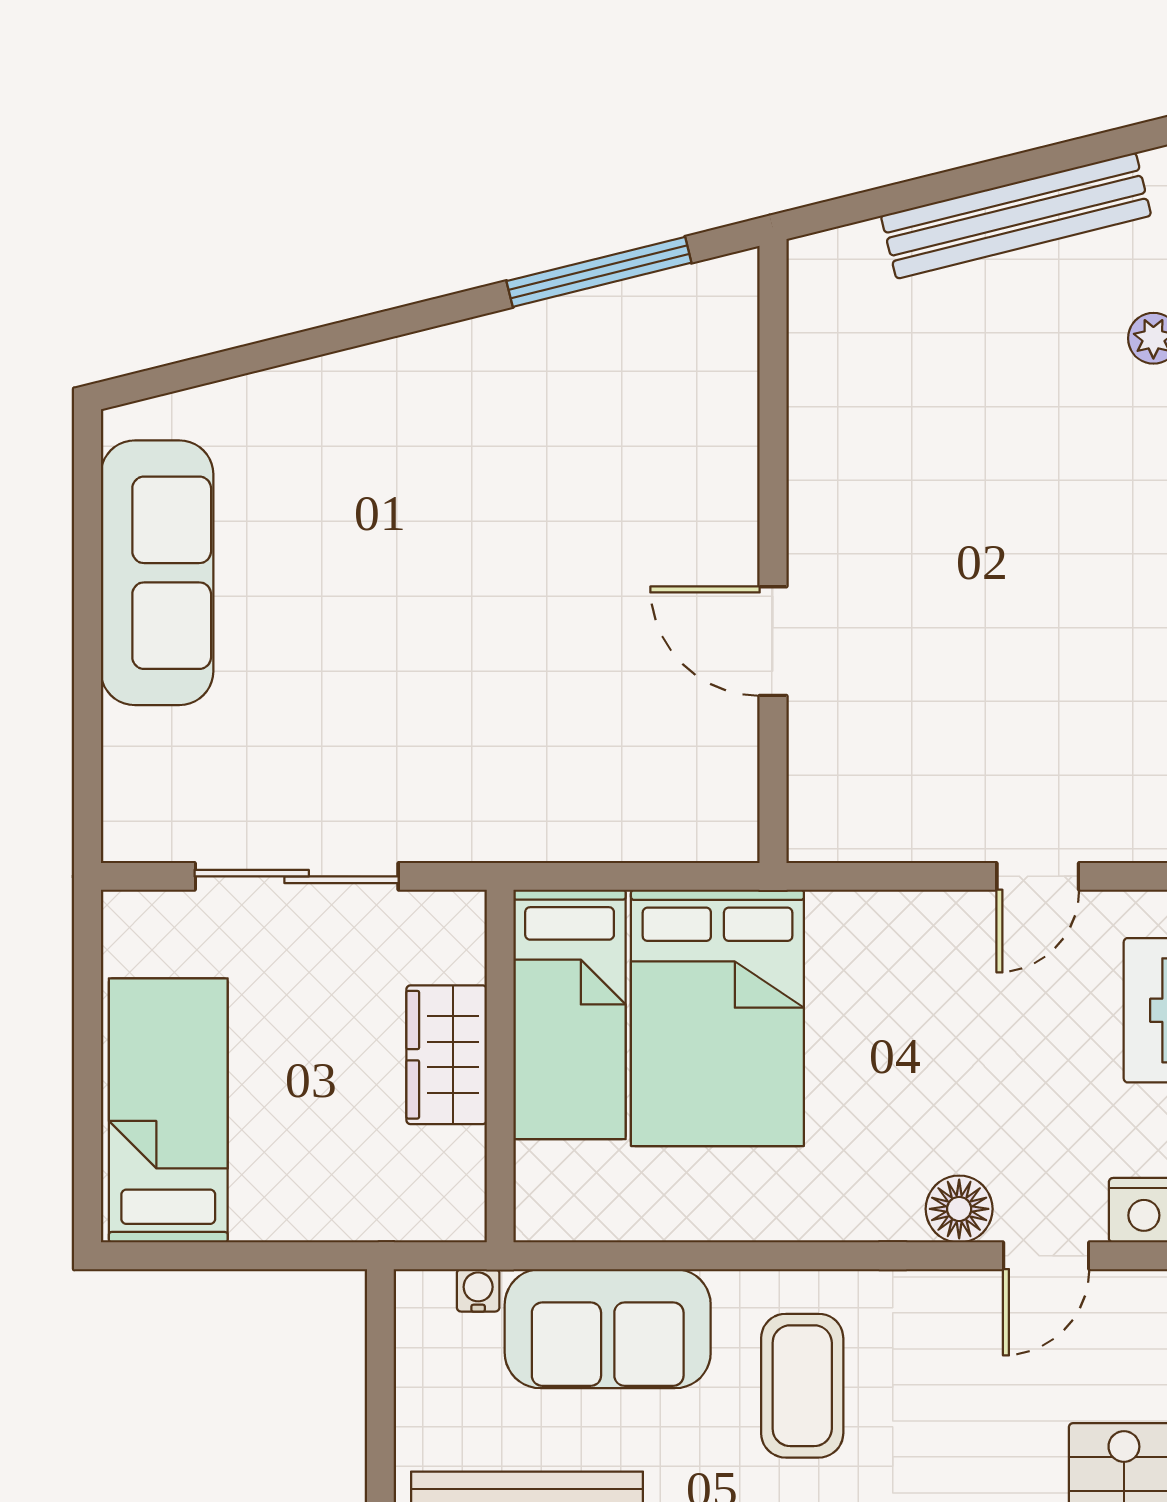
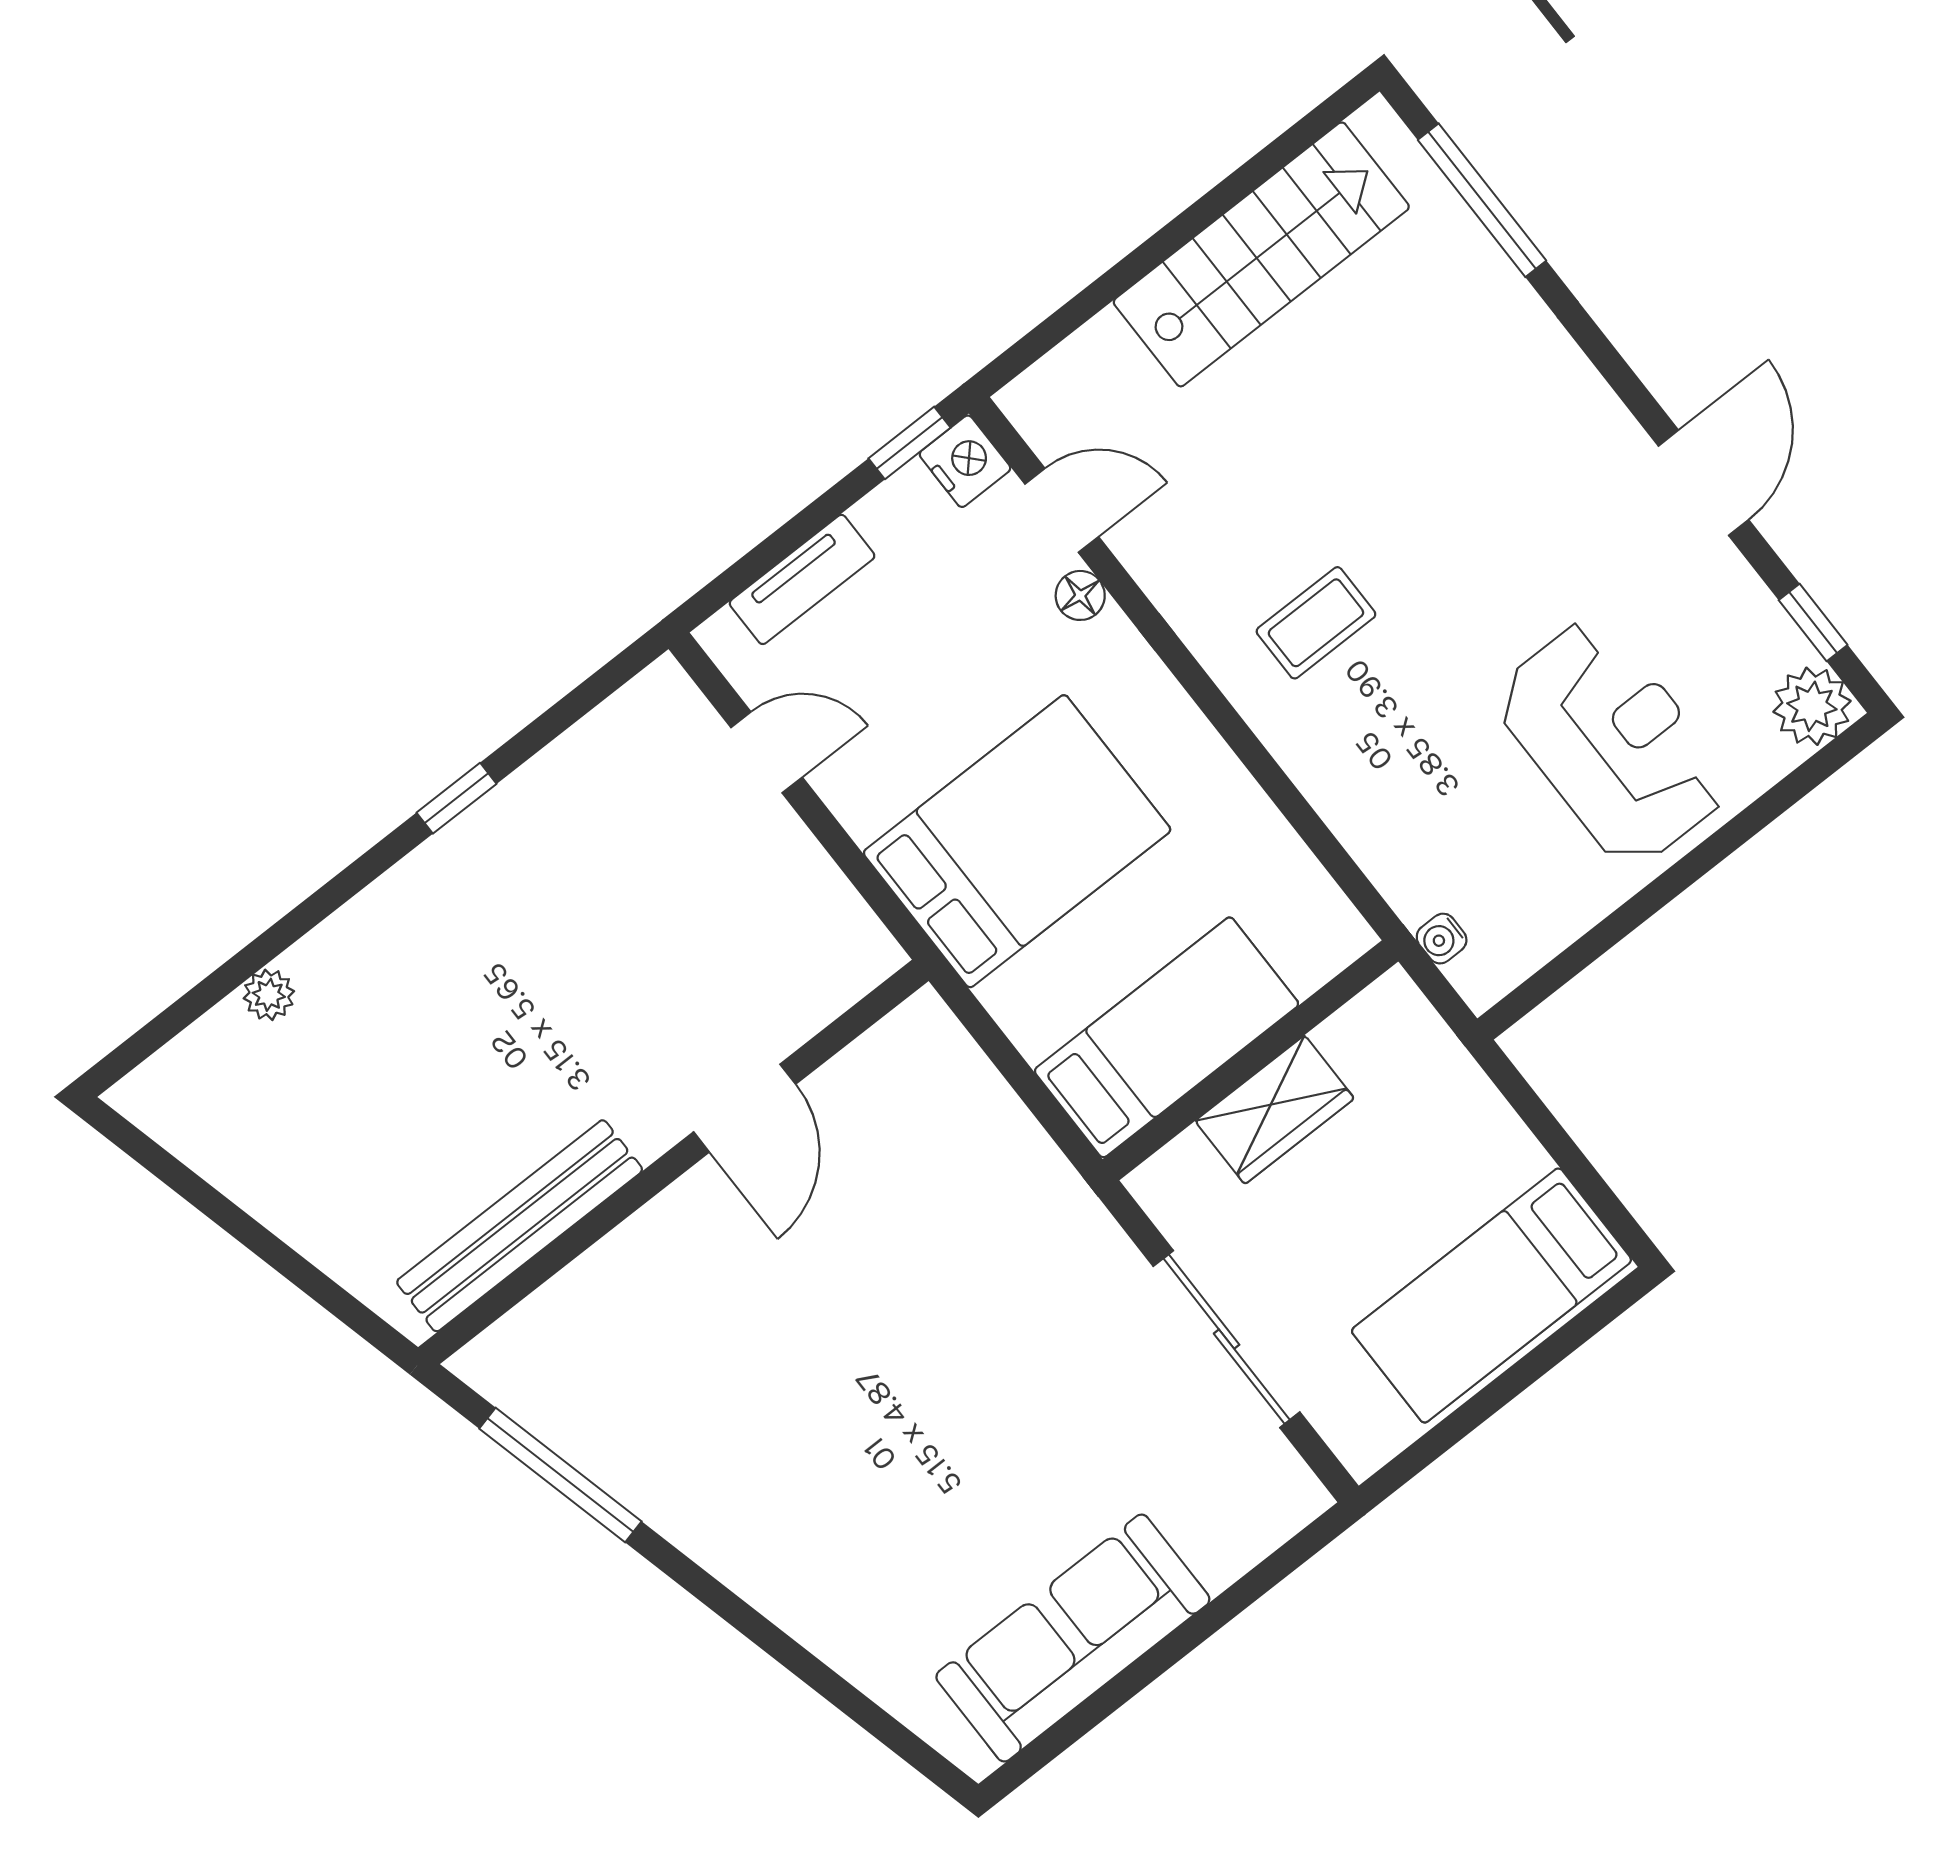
bench: (1016, 216) -> (520, 1226), moved, turned -76
bed: (717, 1018) -> (1017, 841), moved
floor lamp: (959, 1209) -> (1080, 595), width x0.73, depth x0.73
sofa: (608, 1329) -> (1391, 812), removed
coffee table: (802, 1386) -> (1316, 623), width x0.73, depth x0.77

